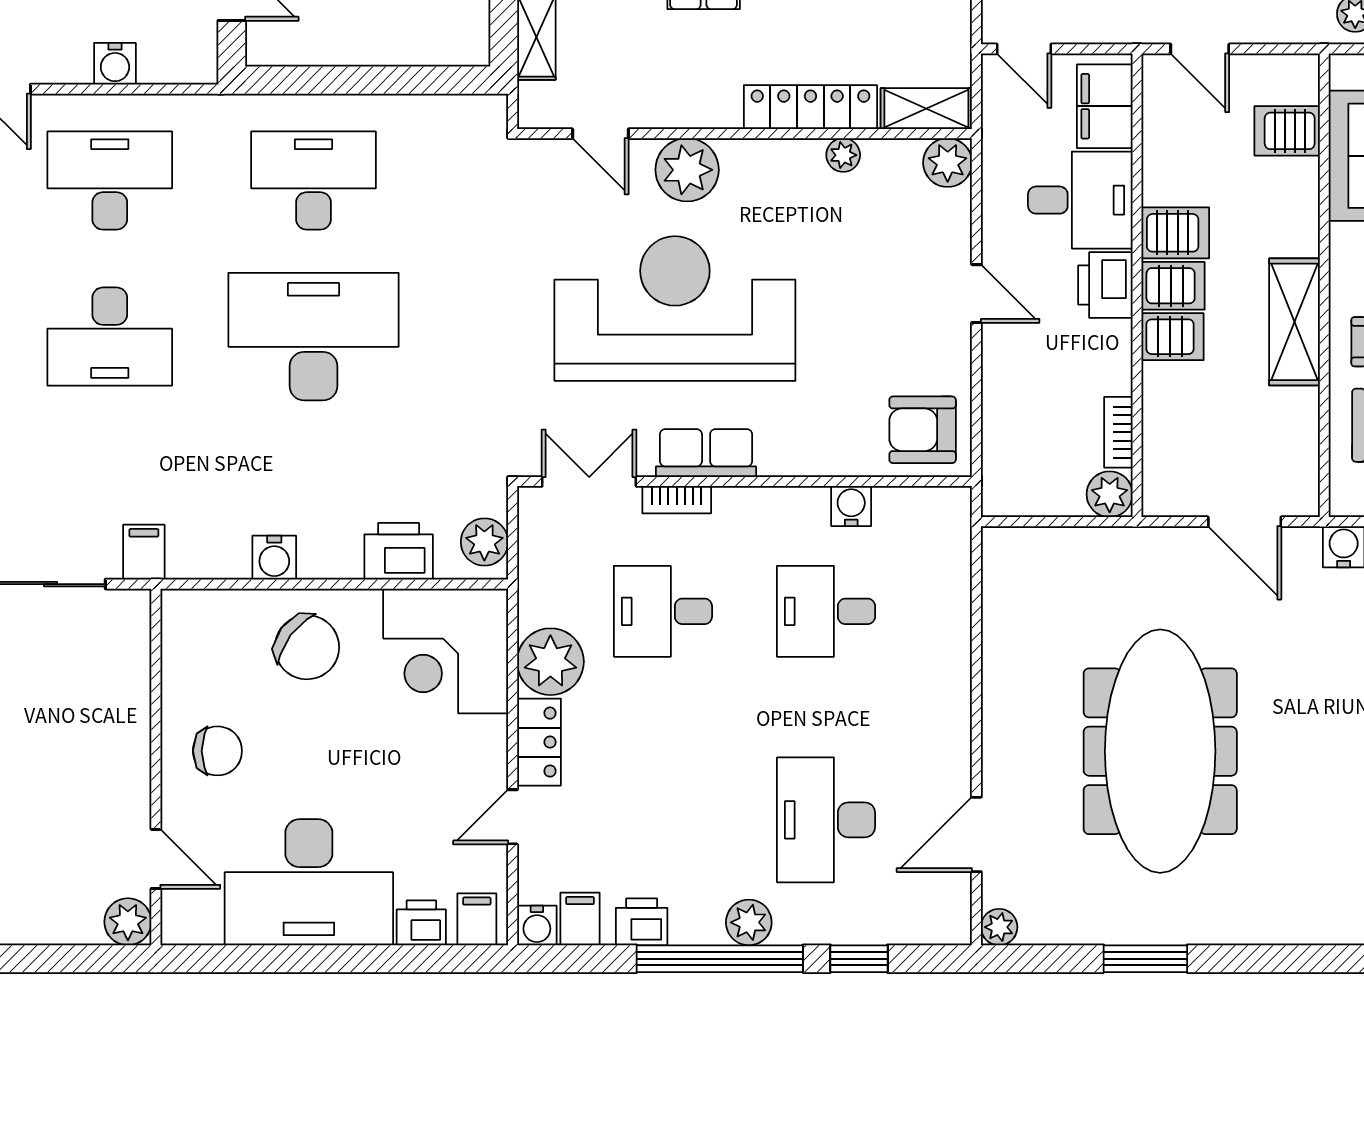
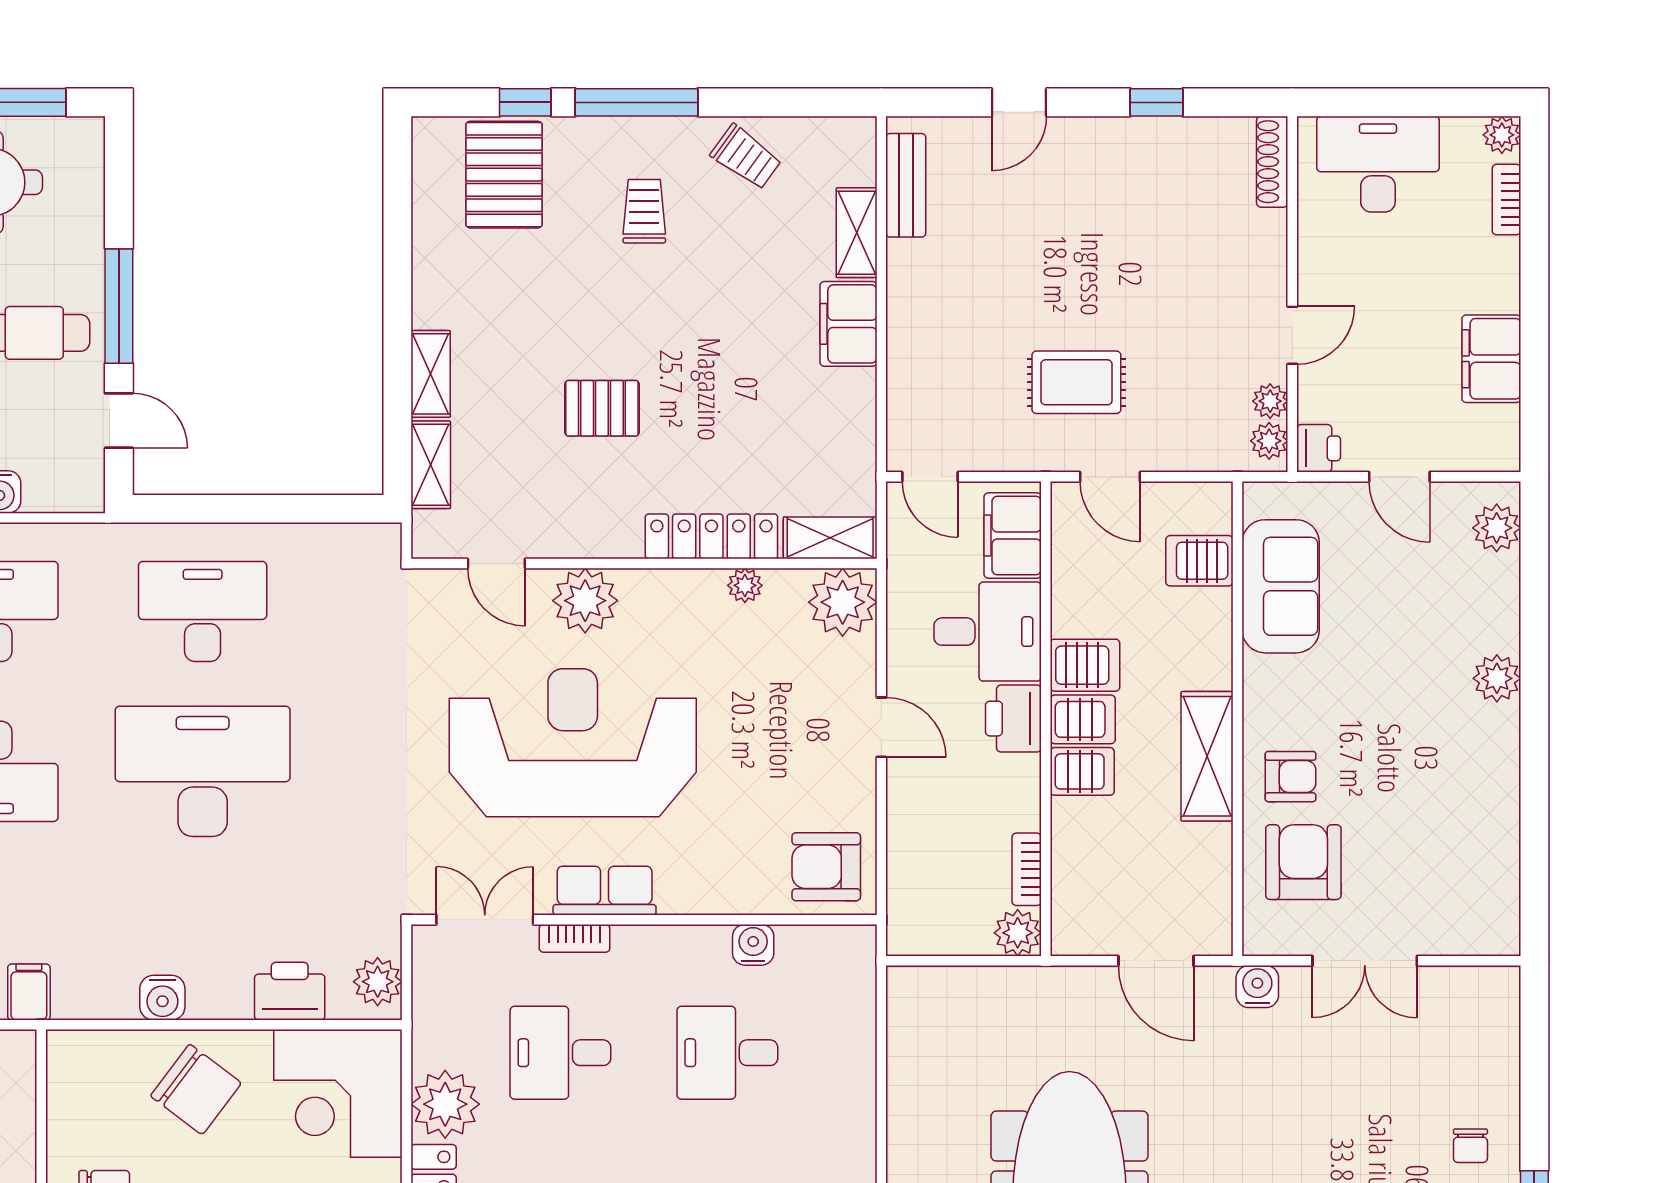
plant: (948, 163) -> (843, 602), width x1.36, depth x1.36

